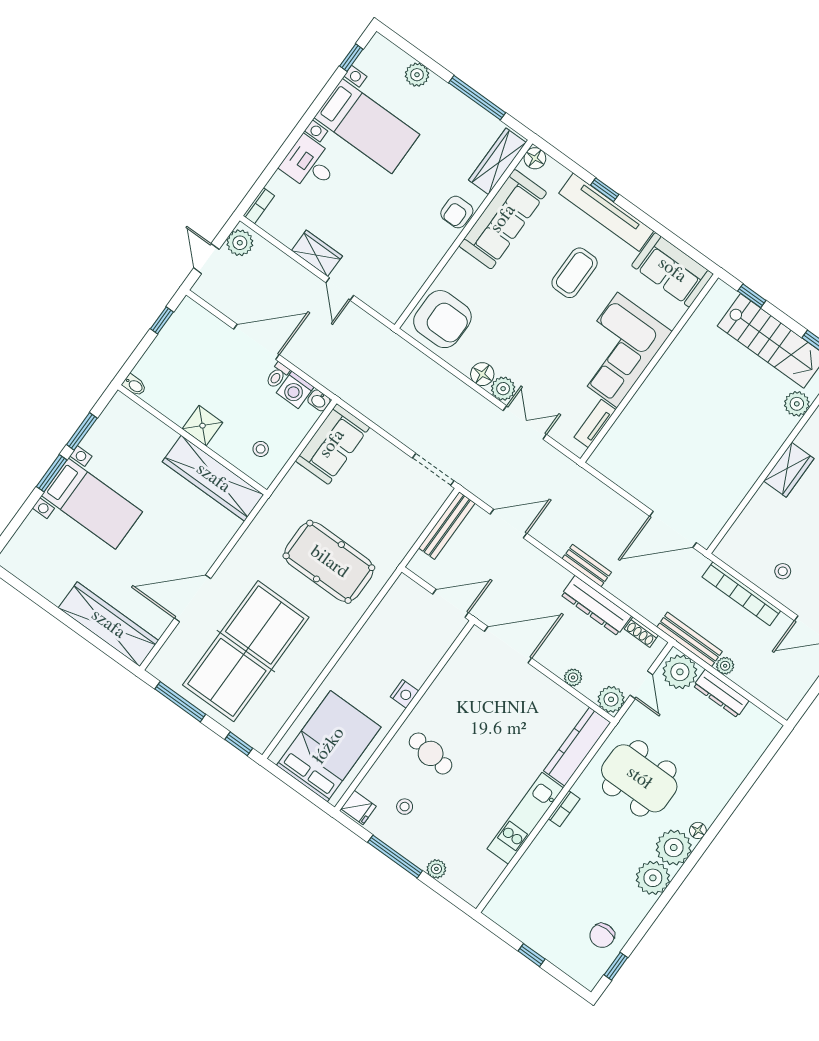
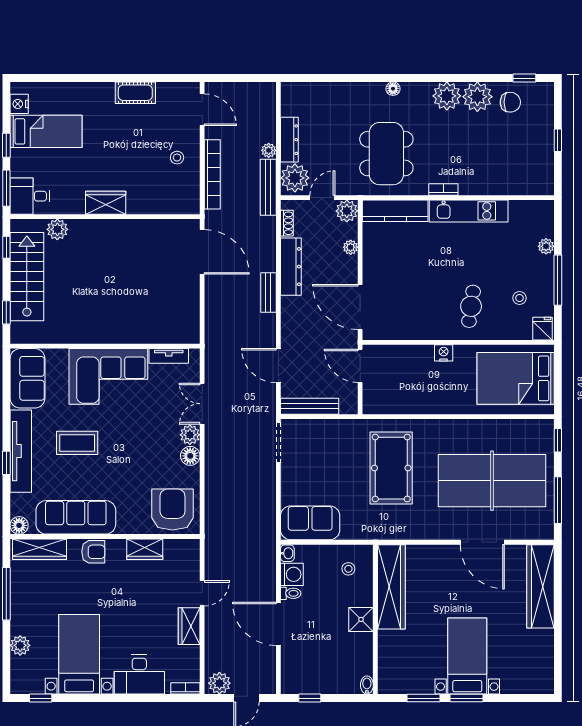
desk: (309, 164) -> (139, 675), width x1.37
wardrobe: (423, 264) -> (145, 549), added
plant: (674, 848) -> (477, 97), moved

